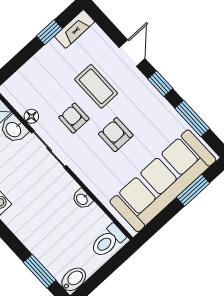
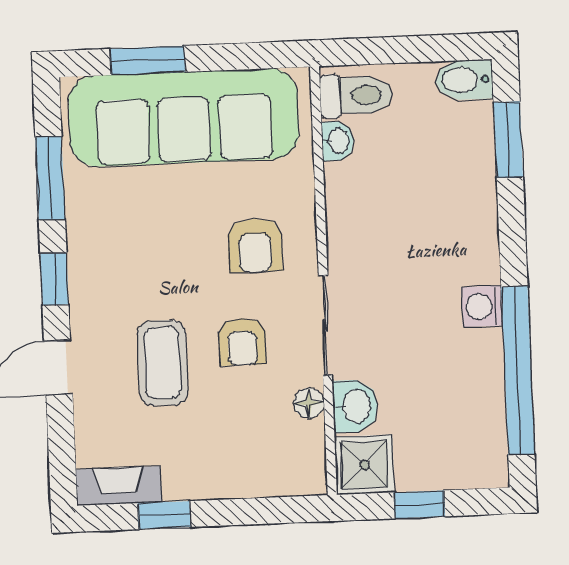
armchair: (116, 135) -> (255, 245), moved
washbasin: (82, 199) -> (338, 141), moved

